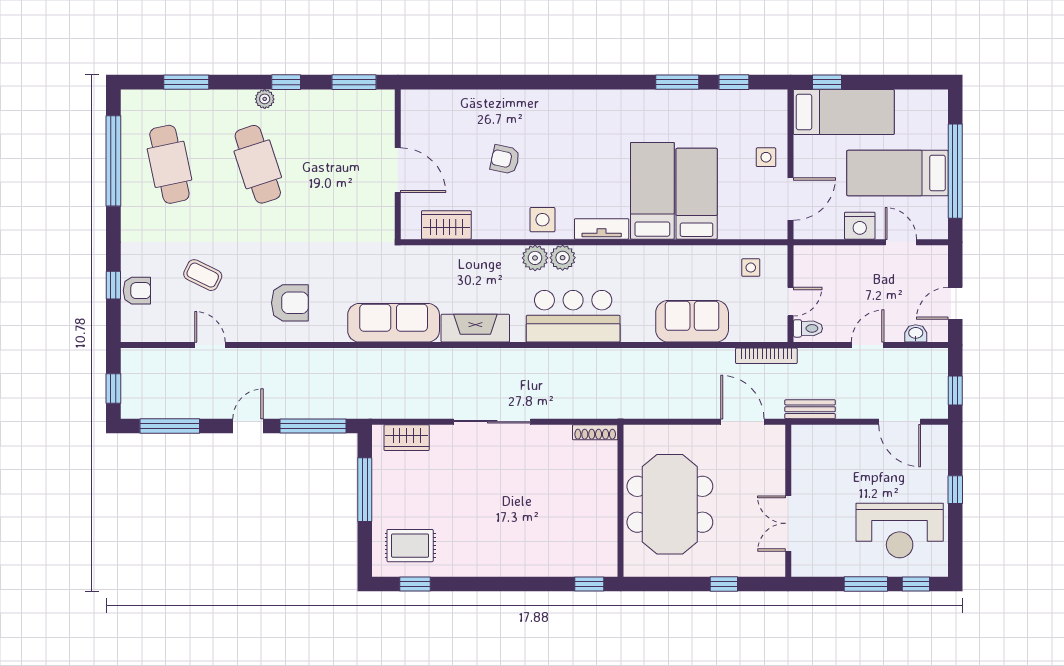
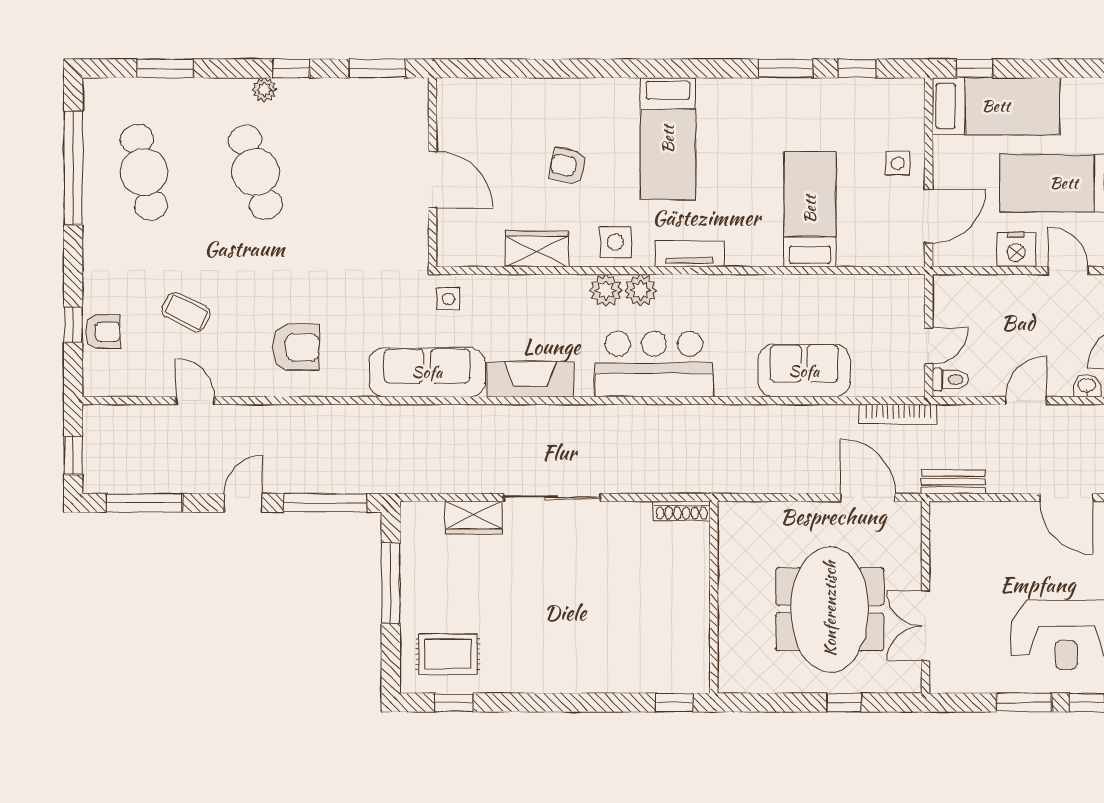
bed: (652, 191) -> (668, 139), moved, turned 180
wardrobe: (446, 225) -> (537, 249), moved
side table: (751, 268) -> (449, 299), moved
wardrobe: (407, 438) -> (474, 518), moved
meeting table: (670, 504) -> (830, 609), moved

